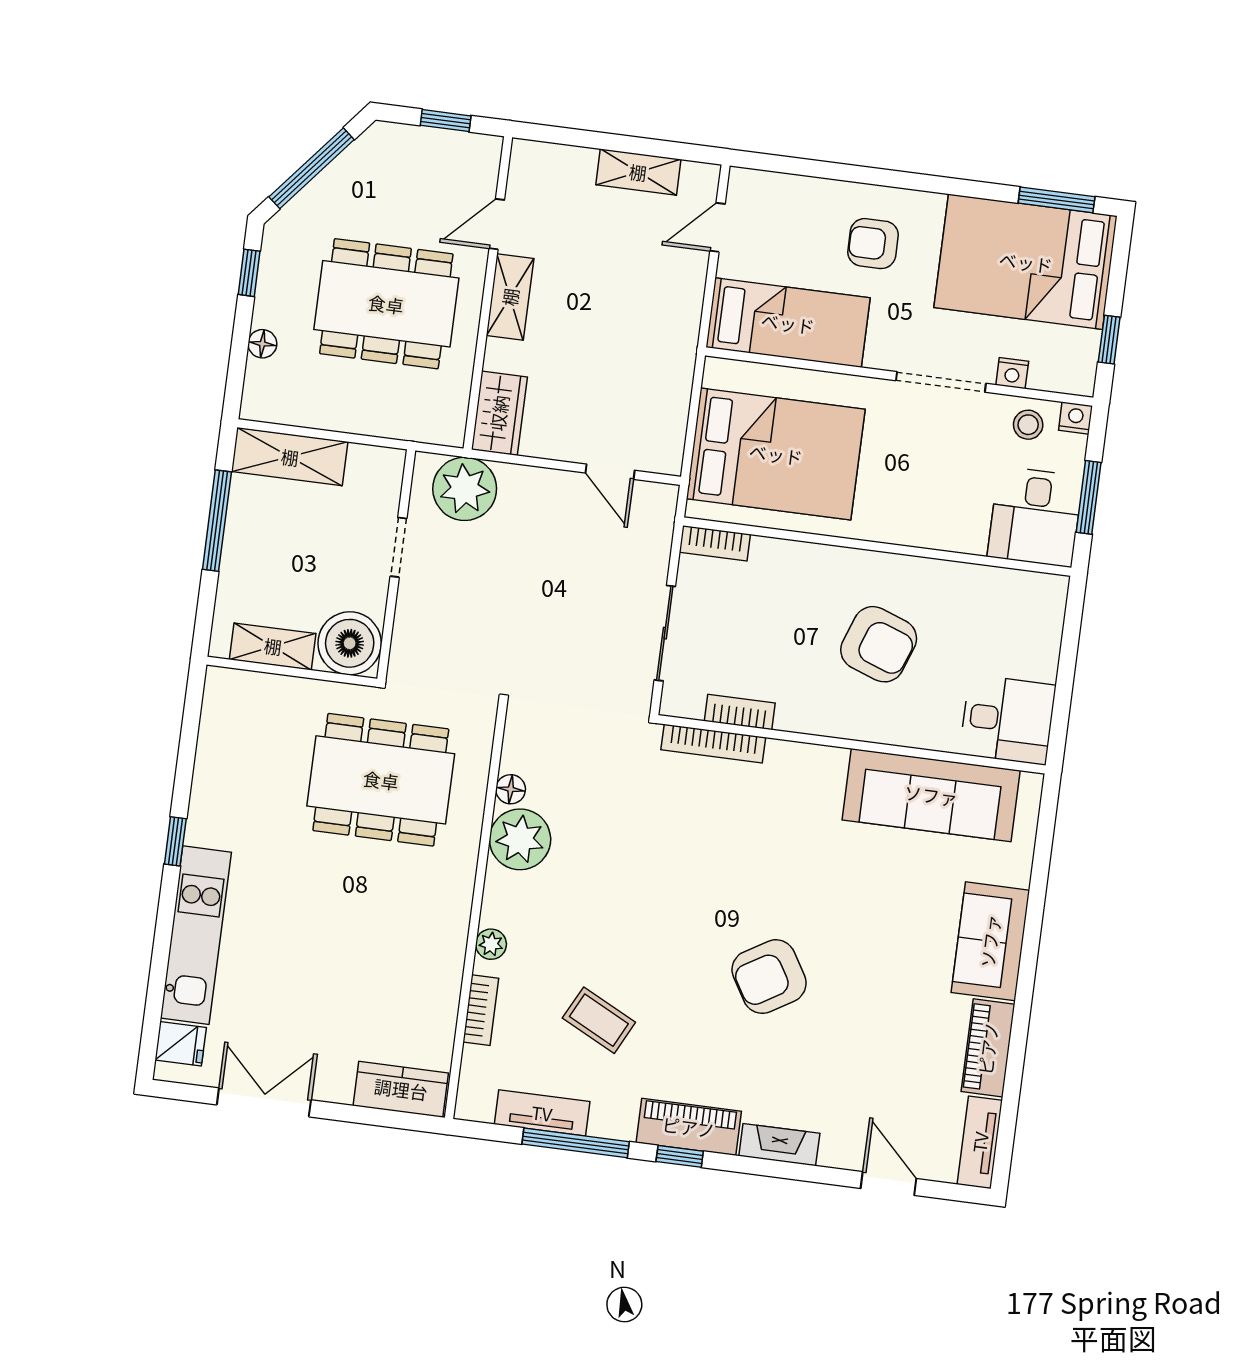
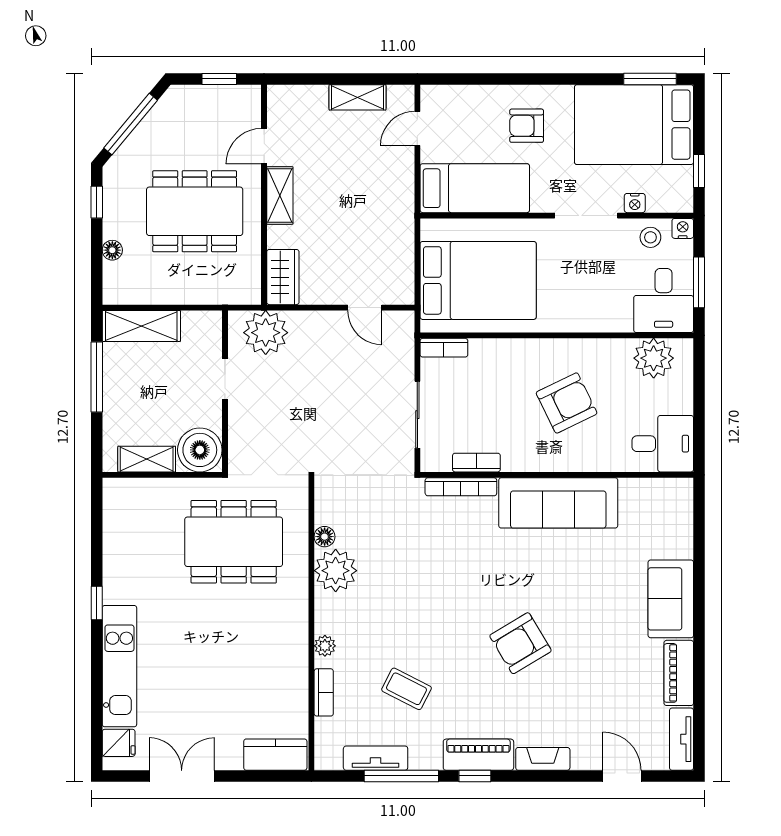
plant: (1010, 597) -> (654, 358), added
armchair: (879, 644) -> (567, 403), turned -46
sofa: (931, 795) -> (558, 503), moved

